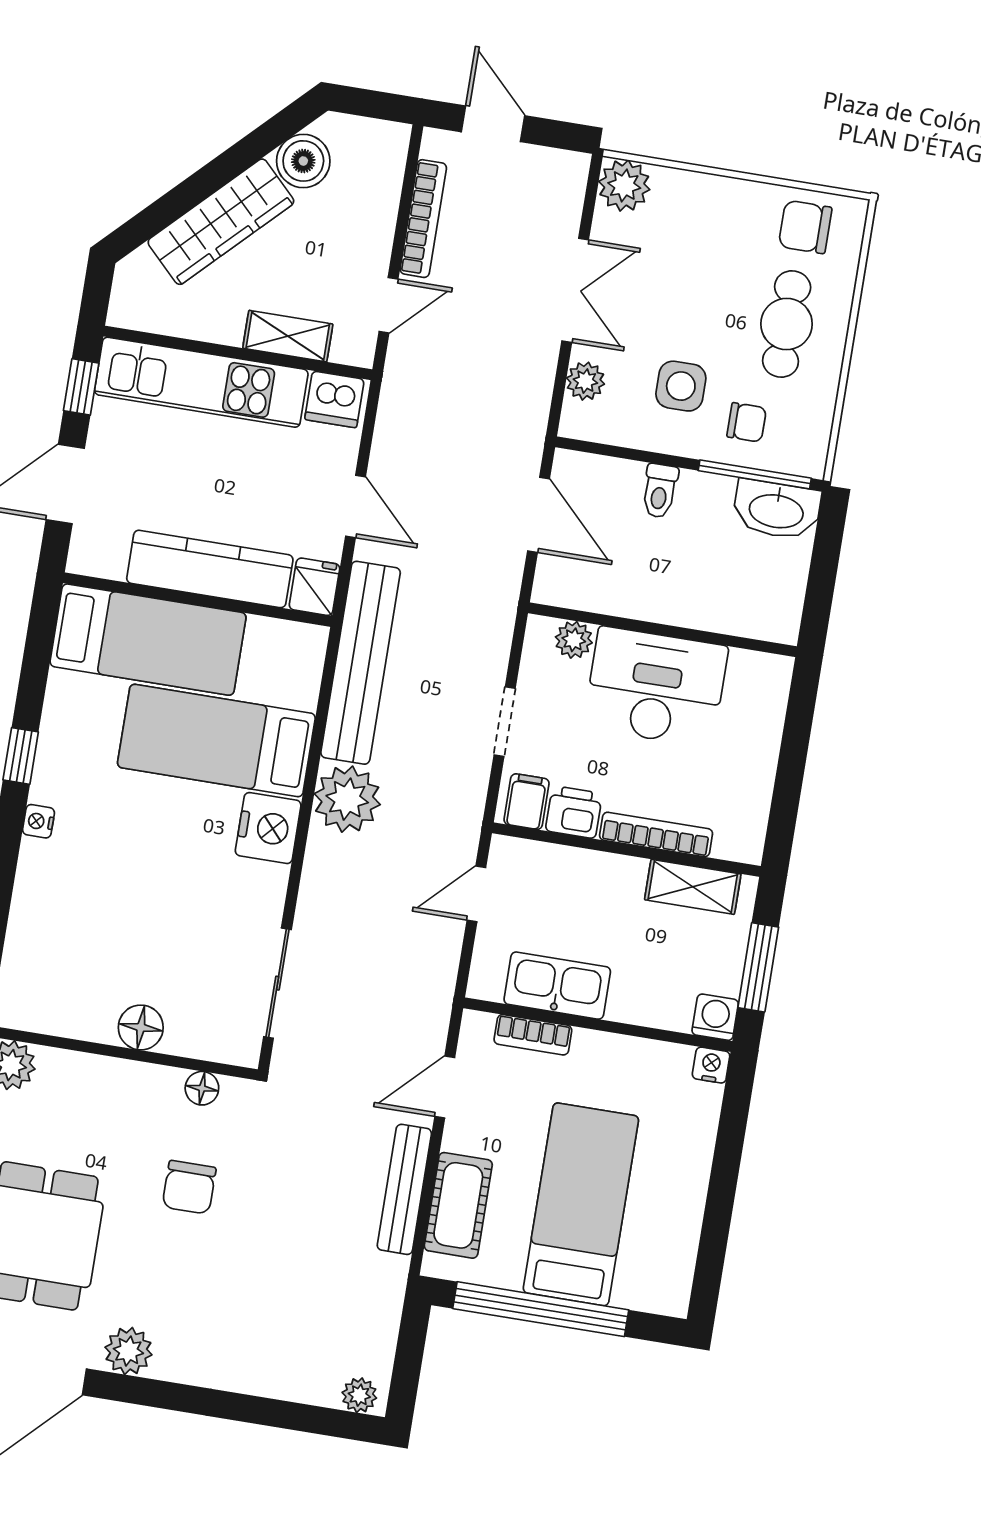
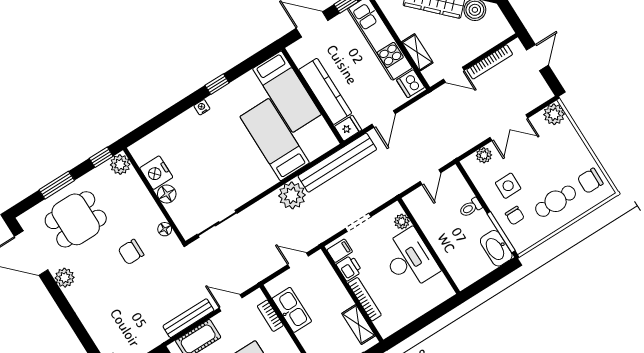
chair: (805, 227) -> (590, 181), turned -89
door: (538, 515) -> (430, 177), width x0.73
nightstand: (268, 828) -> (156, 173), moved, turned 90

